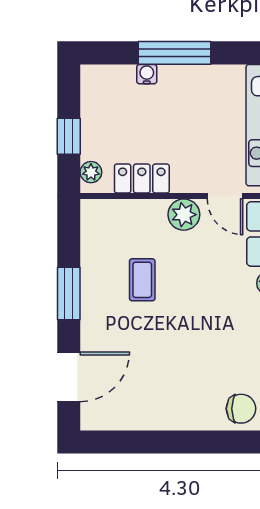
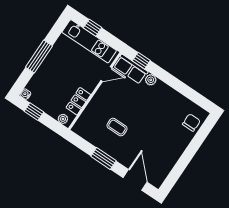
water cooler: (147, 74) -> (25, 94), moved
window: (69, 136) -> (34, 112), moved
plant: (184, 215) -> (103, 94), removed

